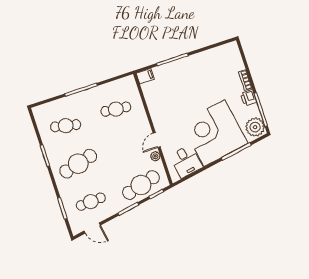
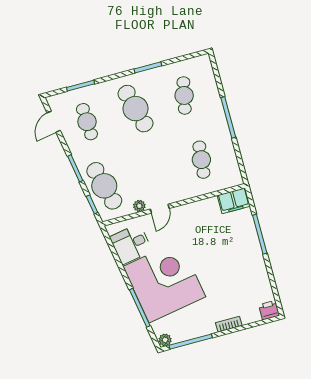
filing cabinet: (145, 76) -> (234, 201), width x2.00
printer: (249, 98) -> (269, 310), moved
plant: (255, 127) -> (165, 340), width x0.53, depth x0.53
door: (157, 140) -> (160, 209), swing flipped

